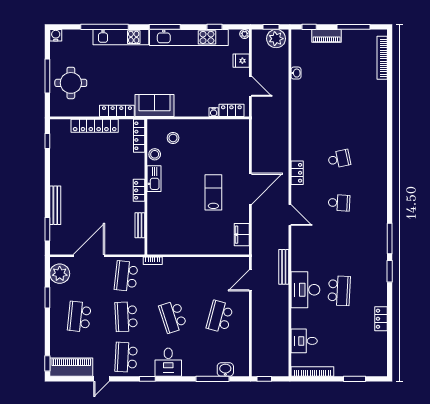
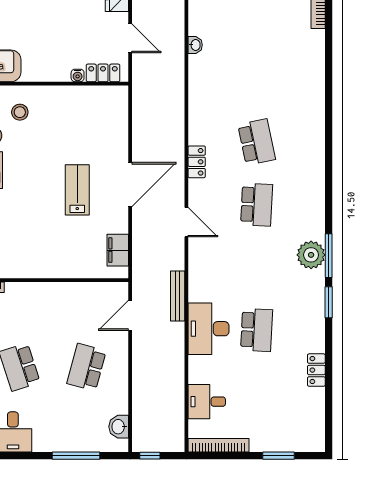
washbasin: (296, 73) -> (195, 45), moved
school desk: (339, 159) -> (257, 142), width x1.85
school desk: (339, 203) -> (257, 205), width x1.85
plant: (377, 238) -> (311, 255), added
washbasin: (225, 370) -> (119, 427), moved, turned -90

